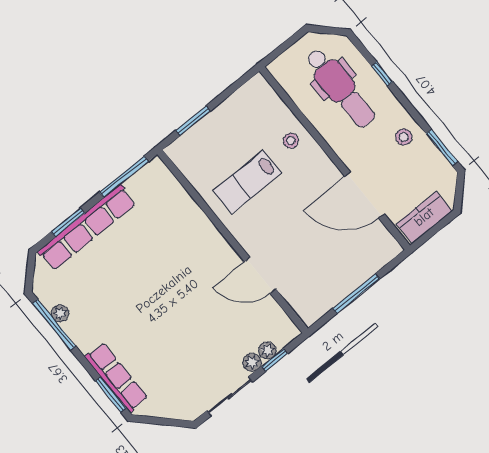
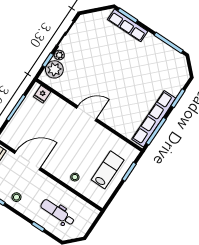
dental chair: (340, 88) -> (58, 212), width x0.73, depth x0.72
lab bench: (247, 182) -> (108, 170), moved
row of seats: (87, 228) -> (154, 119), moved
door: (260, 275) -> (87, 113), moved
fridge: (303, 303) -> (42, 94), added
plant: (60, 313) -> (167, 50), removed
plant: (267, 350) -> (54, 69), width x1.88, depth x1.88

